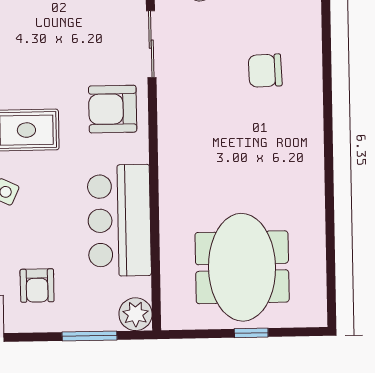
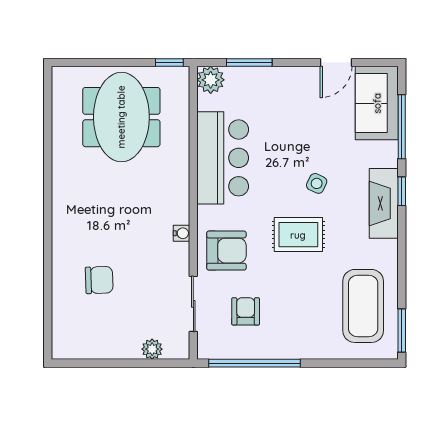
water cooler: (167, 129) -> (182, 233), added
armchair: (37, 286) -> (246, 311), moved
window: (251, 333) -> (169, 62), moved

